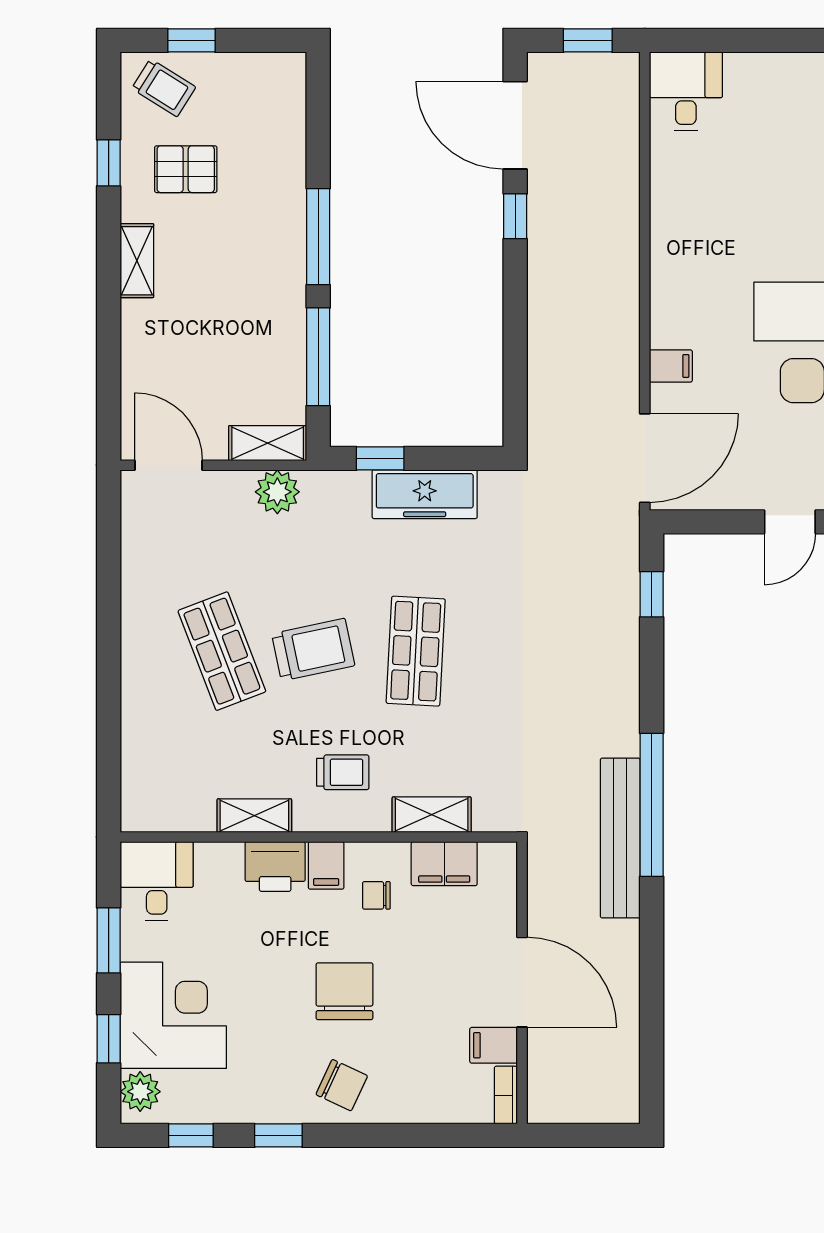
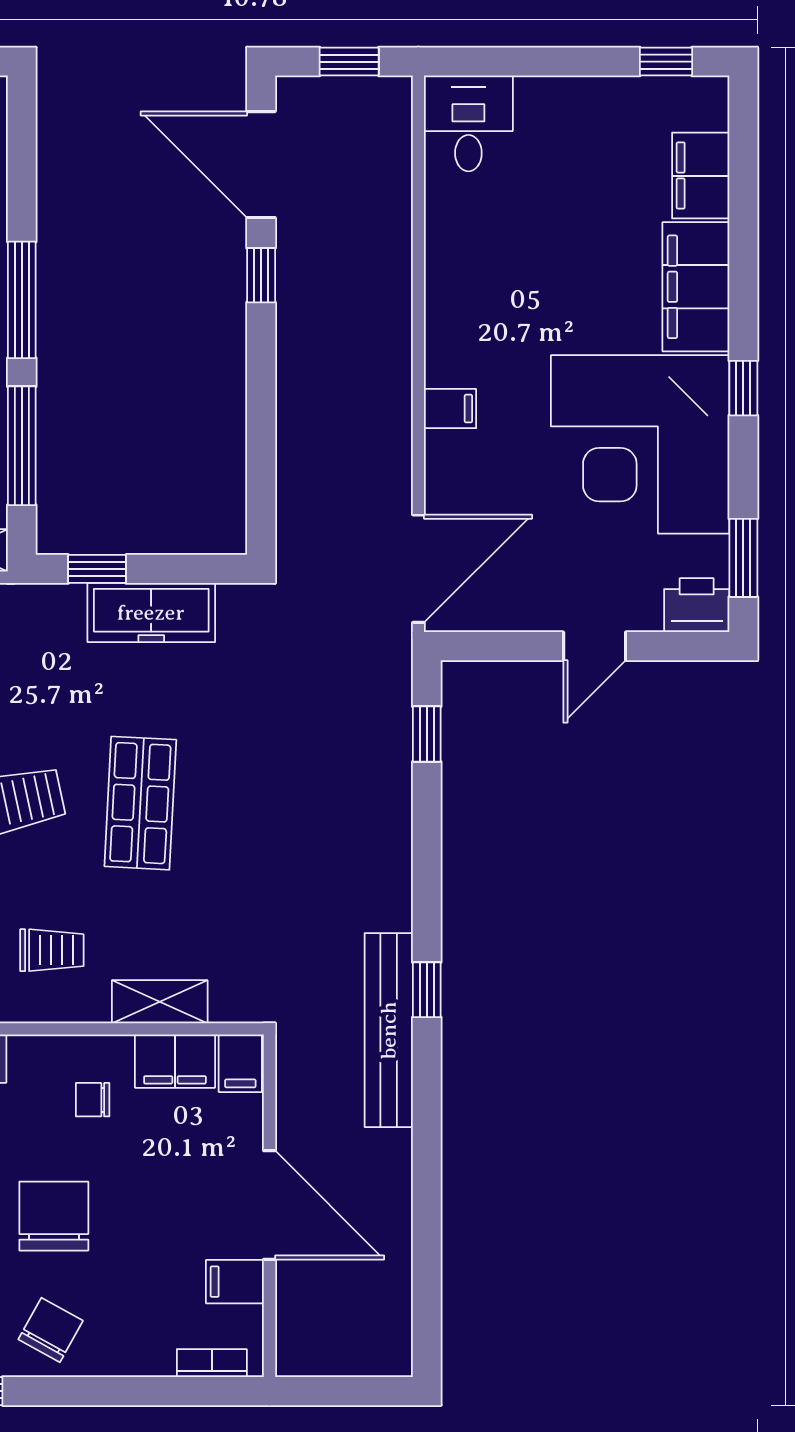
filing cabinet: (671, 366) -> (450, 409), moved
window: (652, 805) -> (427, 990), width x0.32
filing cabinet: (326, 865) -> (240, 1063), moved
chair: (342, 1085) -> (51, 1330), turned -86
bookcase: (506, 1095) -> (212, 1363), moved, turned 90

